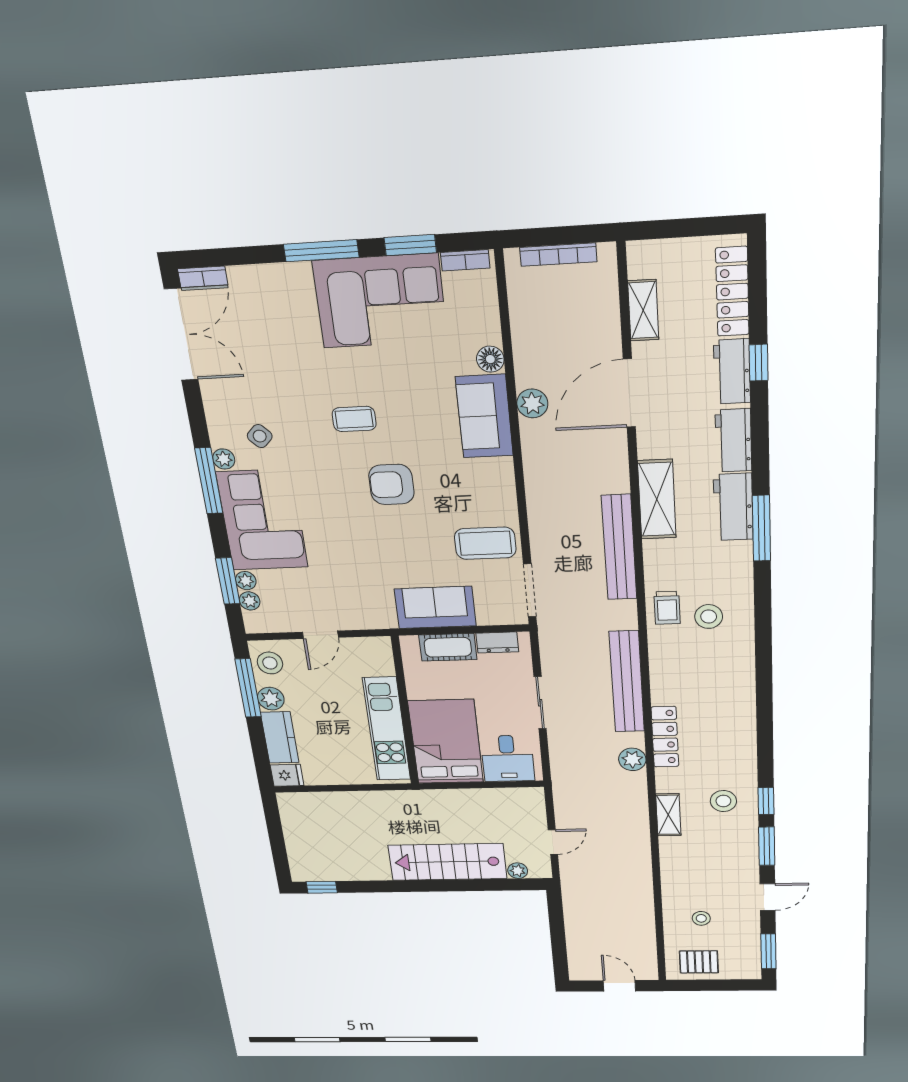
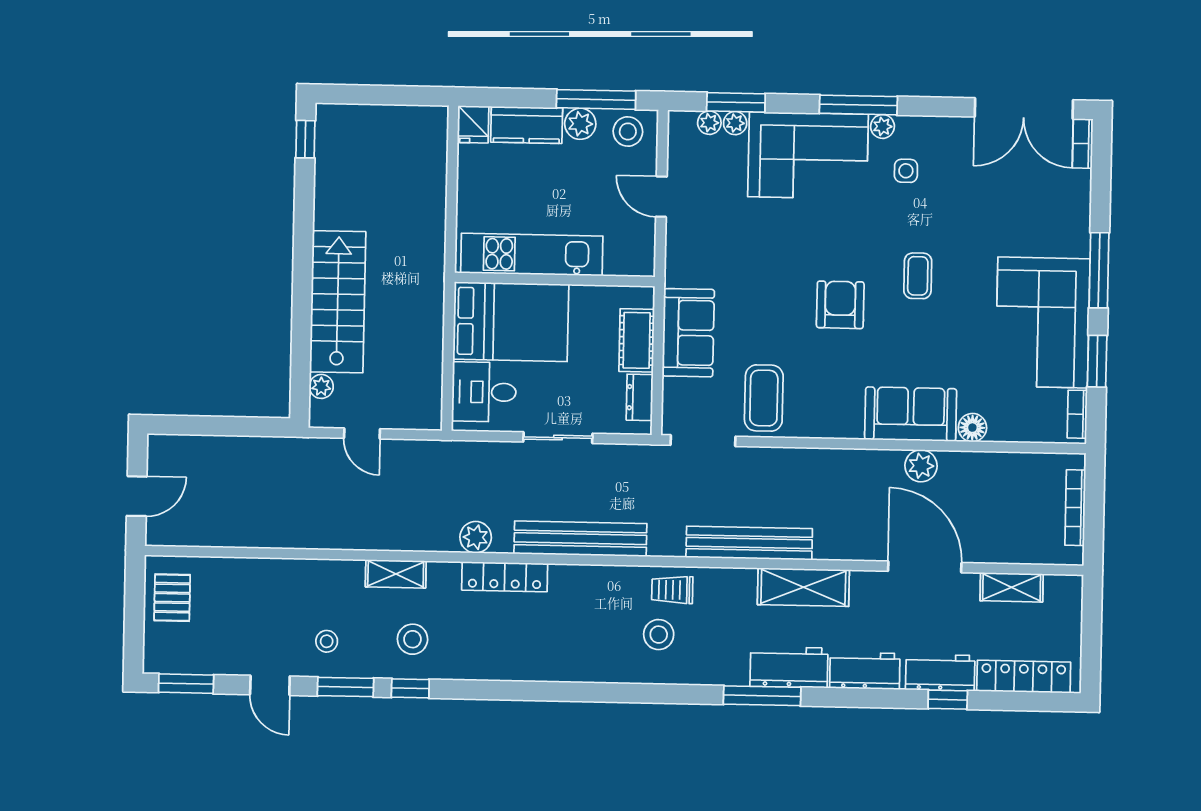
side table: (260, 436) -> (906, 171), turned 45
stool: (701, 918) -> (327, 641), moved

